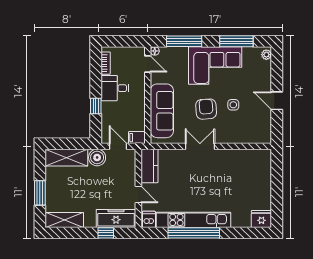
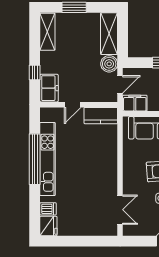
filing cabinet: (137, 138) -> (135, 103), width x2.00
double door: (200, 146) -> (120, 210), moved
freezer: (116, 218) -> (49, 88), width x0.71
dishwasher: (149, 219) -> (48, 209), moved

